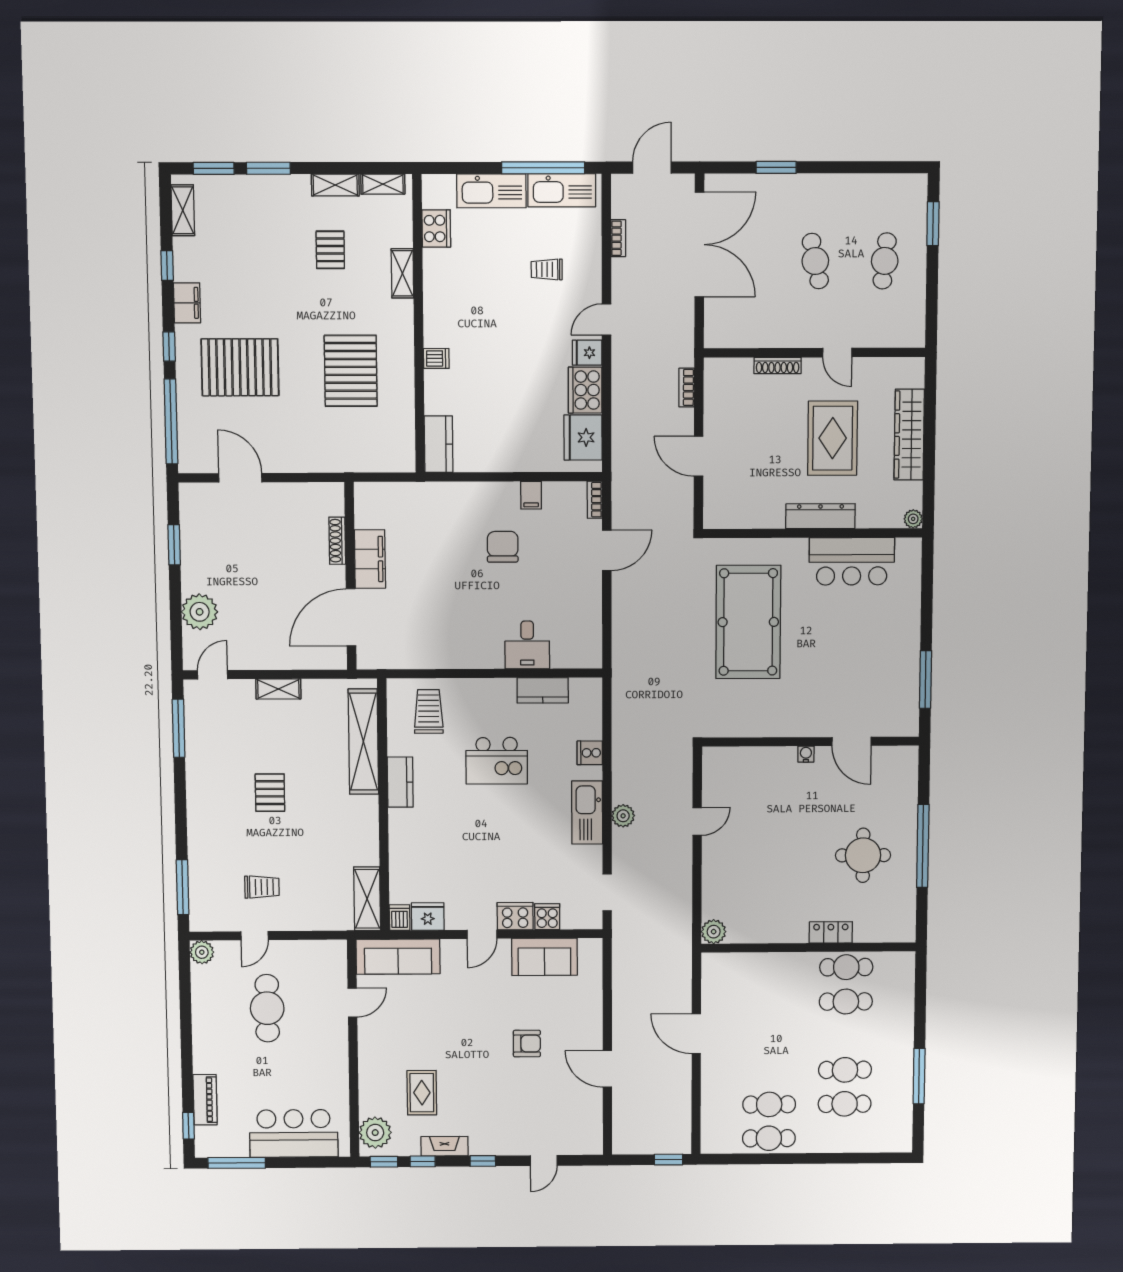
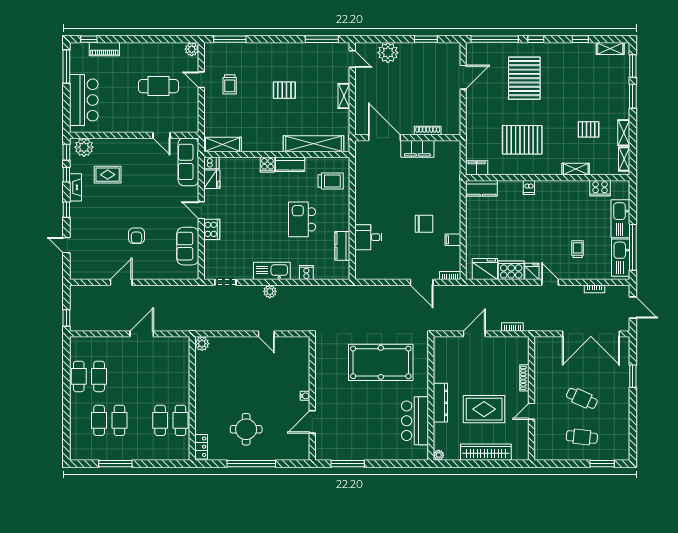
cafe table: (815, 261) -> (582, 398), turned 36
filing cabinet: (187, 303) -> (477, 168), moved, turned 180
cooker: (547, 917) -> (267, 165), moved, turned 90
locker: (831, 932) -> (201, 447), moved

